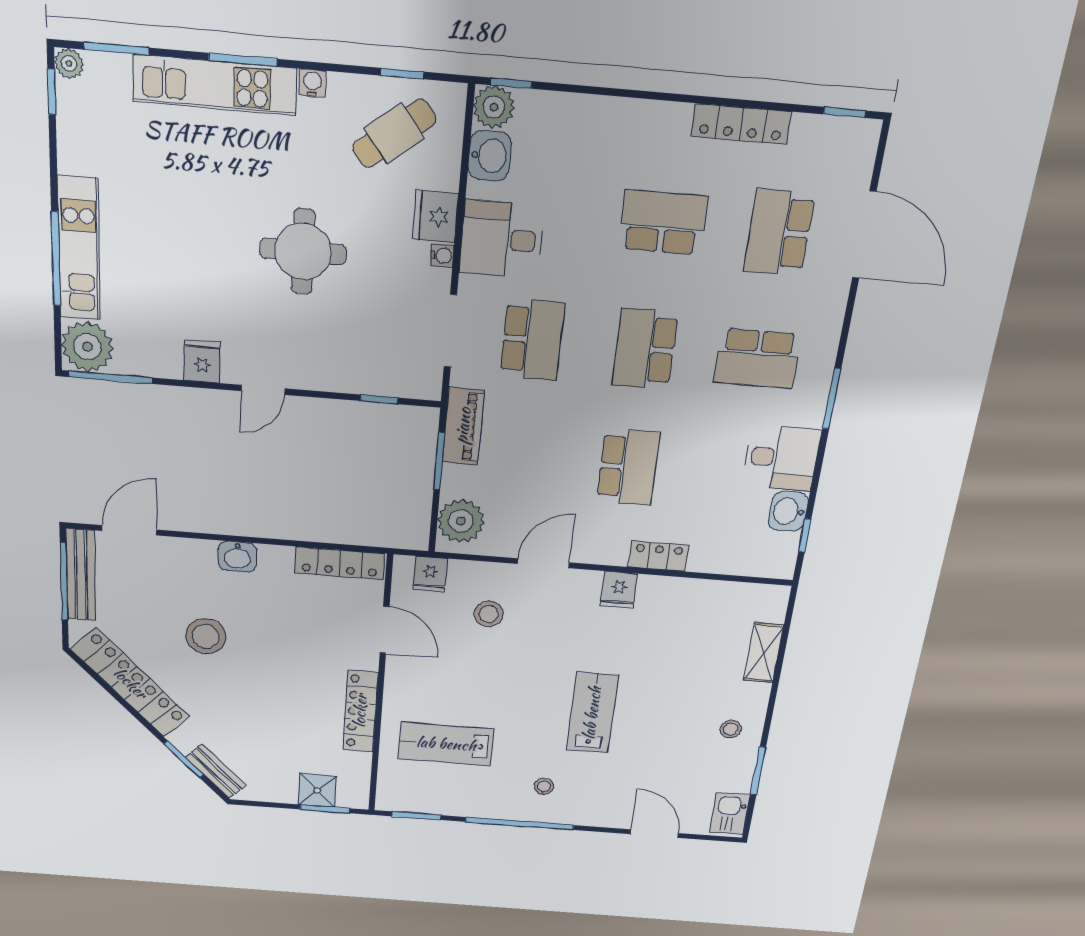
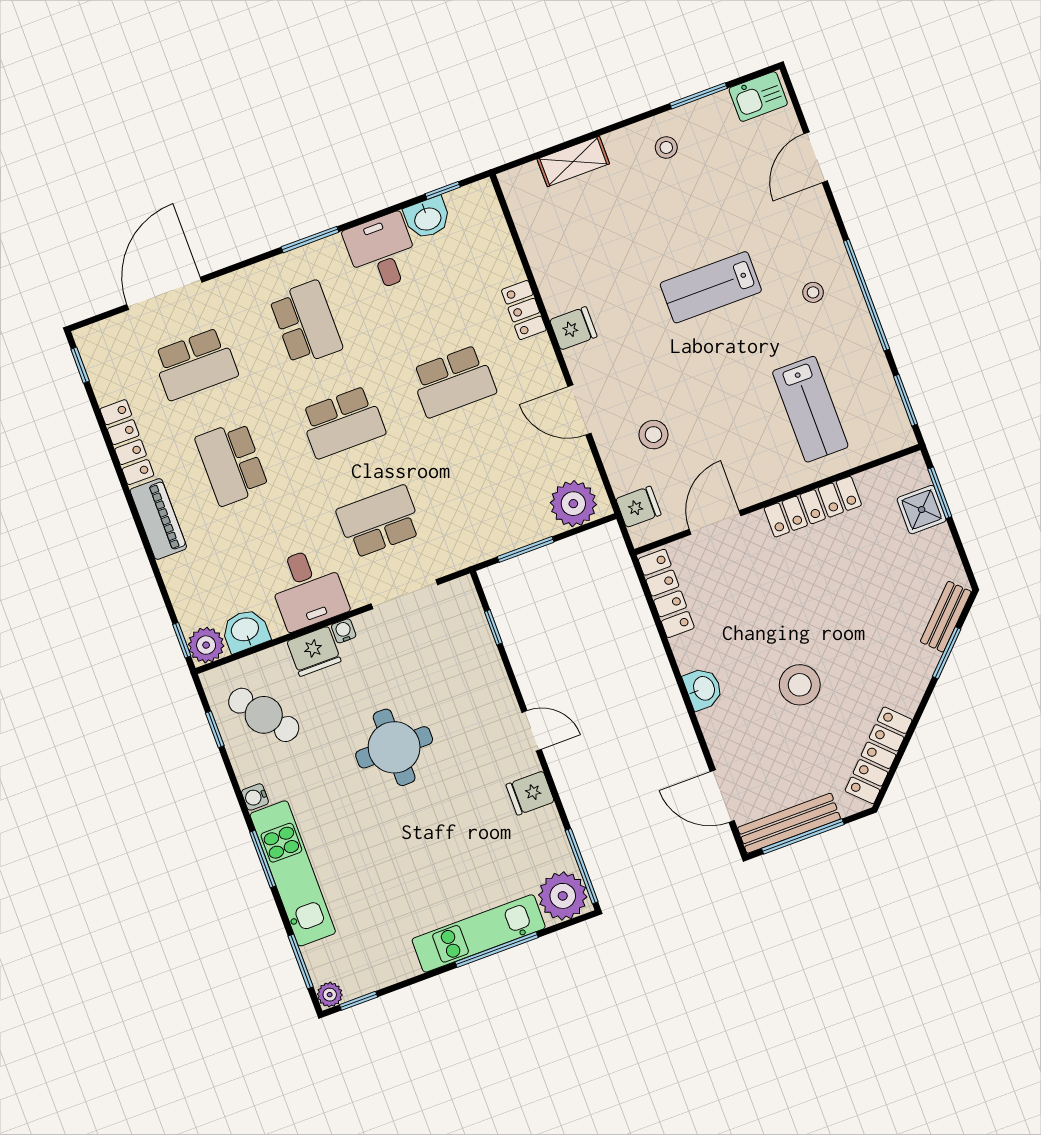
piano: (463, 426) -> (158, 519), moved, turned 90
school desk: (628, 467) -> (453, 381), turned 180
locker: (130, 683) -> (879, 755), width x0.71, depth x0.83

